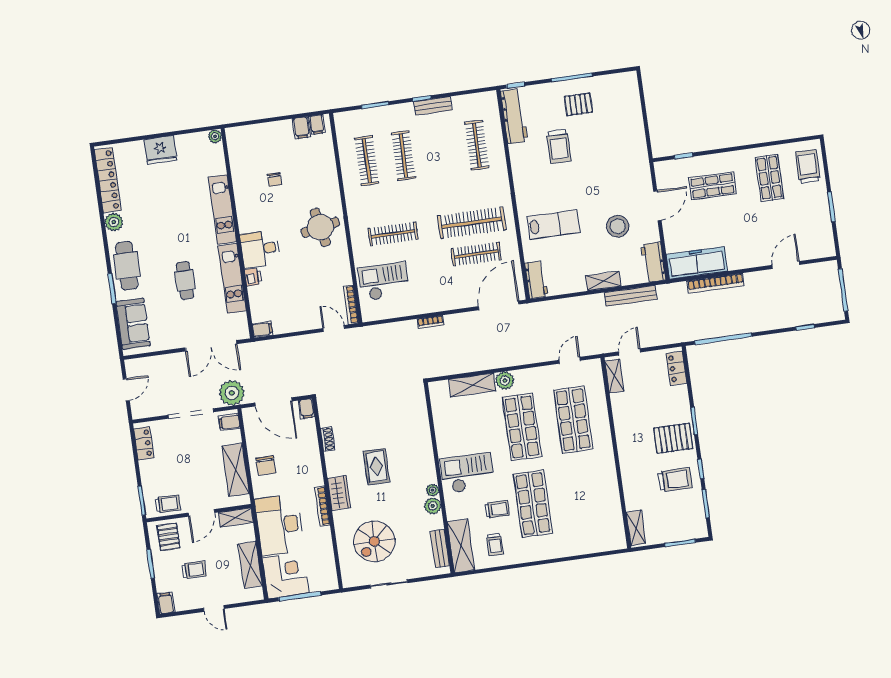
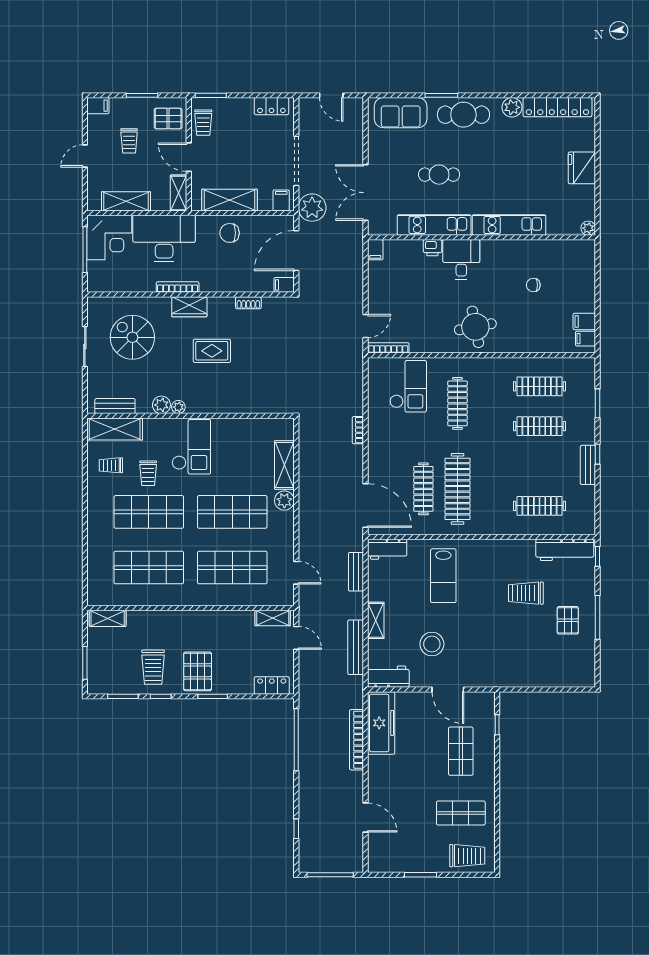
bench: (561, 305) -> (356, 572), added
shop shelf: (584, 497) -> (149, 568), added

